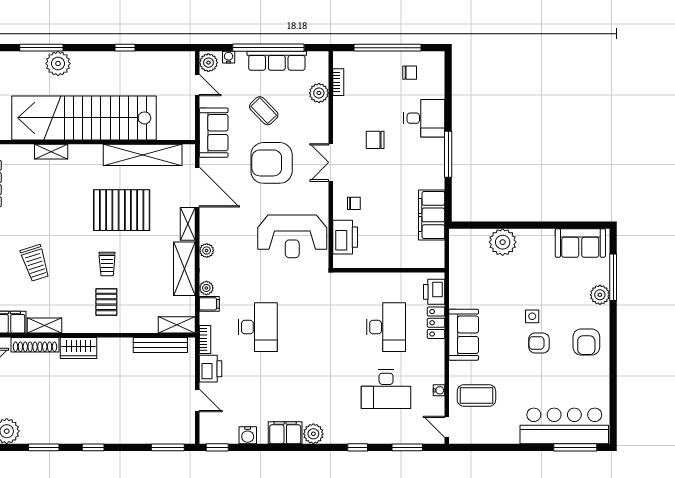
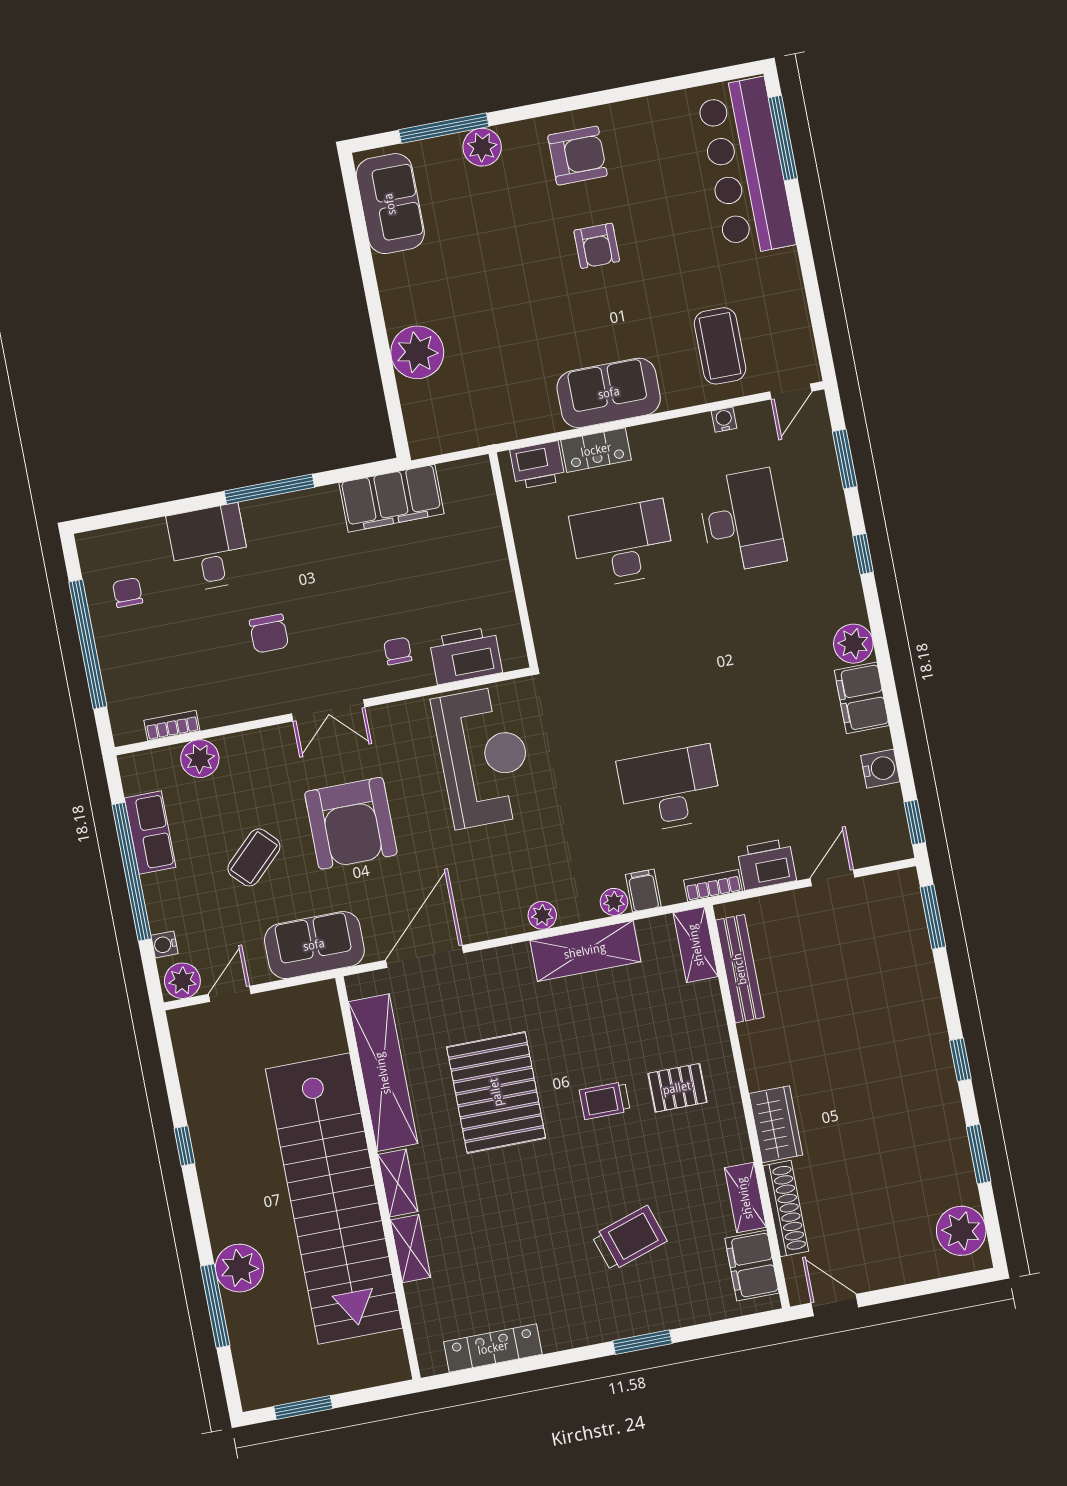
row of seats: (277, 61) -> (150, 833), width x0.68
shelving: (188, 224) -> (398, 1183), moved, turned 90
trolley: (107, 264) -> (605, 1100), turned 180
side table: (532, 316) -> (548, 269), removed

